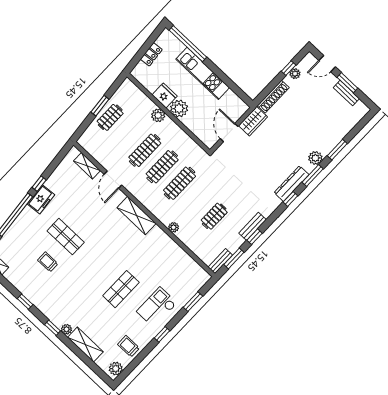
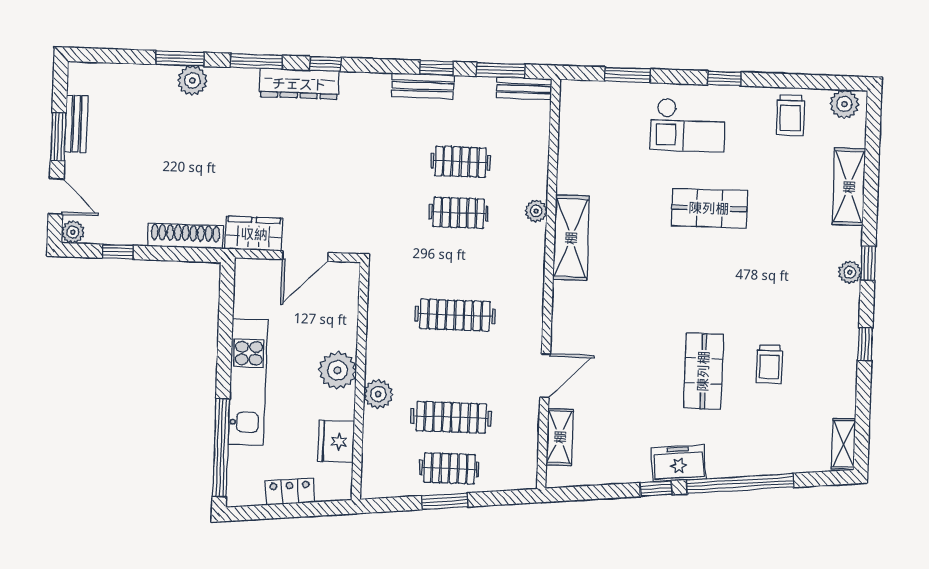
plant: (295, 74) -> (73, 232), moved
fridge: (165, 95) -> (336, 441), moved
clothes rail: (145, 150) -> (451, 417), moved
plant: (315, 158) -> (192, 80), moved
clothes rail: (180, 183) -> (459, 213), moved, width x0.73
shelving: (137, 215) -> (571, 238), moved
plant: (66, 329) -> (850, 272), moved

